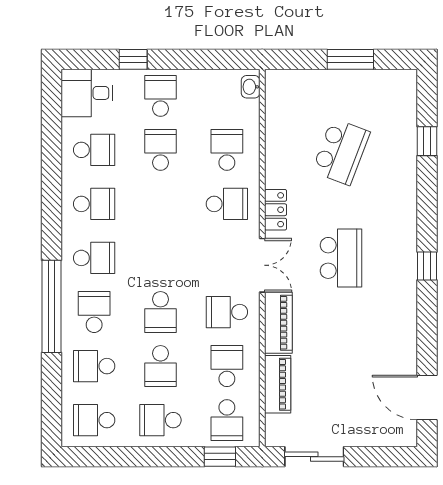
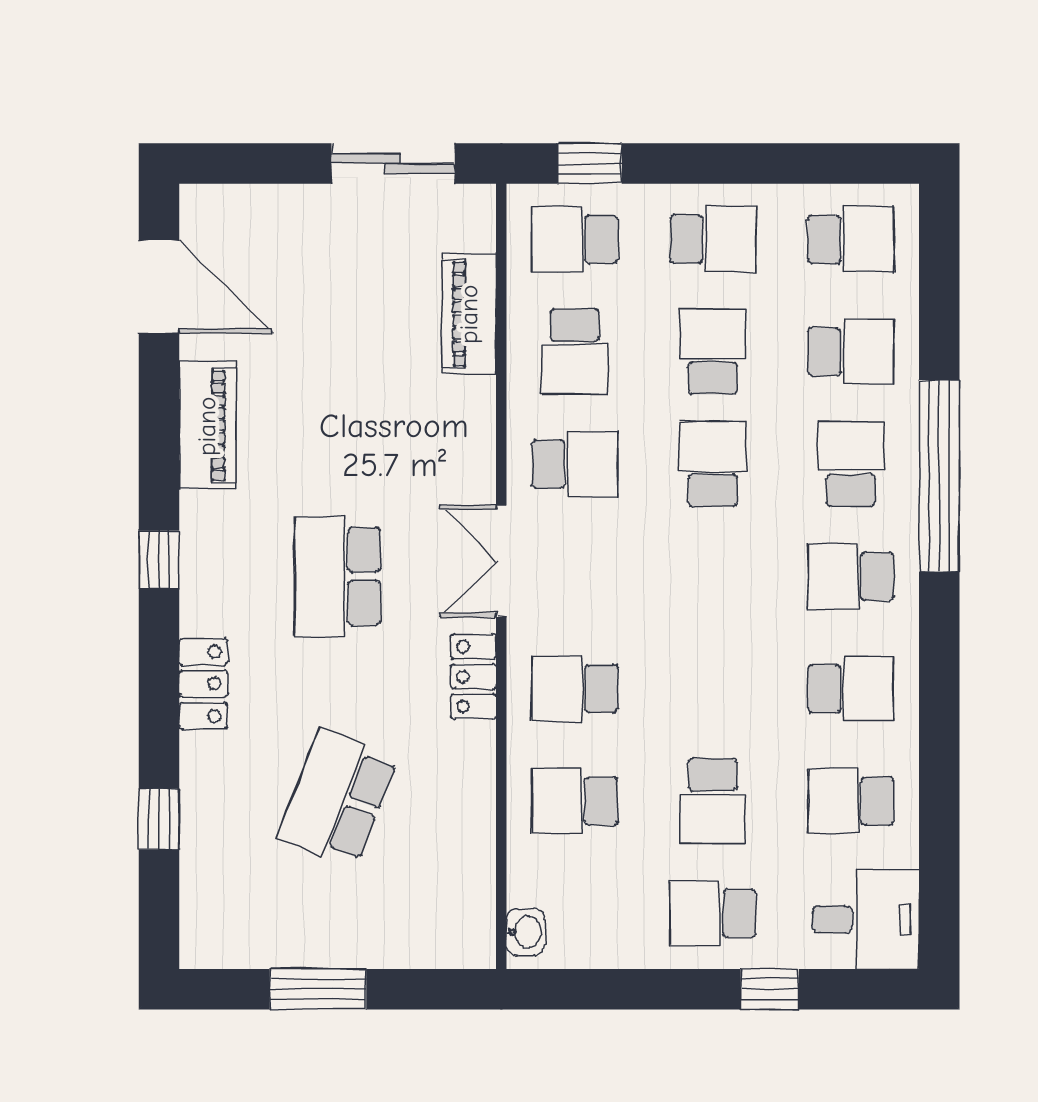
school desk: (160, 96) -> (713, 913), turned 90
school desk: (227, 150) -> (575, 801), turned 90
school desk: (94, 204) -> (851, 689), turned 180
locker: (406, 206) -> (203, 684), added
school desk: (94, 312) -> (851, 464), turned 180
piano: (278, 323) -> (207, 426), moved, turned 180
school desk: (227, 420) -> (575, 239), turned -90

